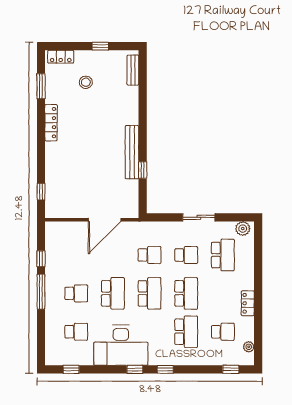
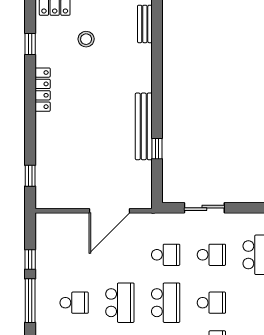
window: (41, 86) -> (30, 44), width x0.67
sliding door: (199, 217) -> (204, 208), moved
school desk: (186, 293) -> (211, 303), width x0.54

